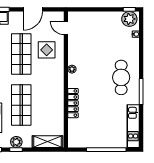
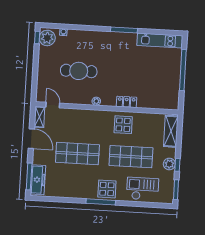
shelving: (54, 16) -> (39, 117), added
door: (66, 28) -> (53, 105), swing flipped
display table: (47, 50) -> (123, 125), moved
cafe table: (121, 77) -> (79, 71), moved
locker: (73, 103) -> (127, 102), width x0.66

